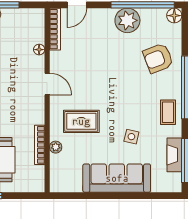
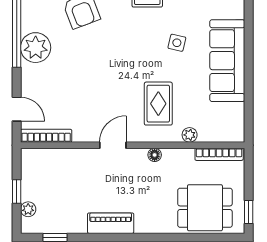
floor lamp: (39, 50) -> (155, 155), moved
bookcase: (40, 145) -> (219, 154), moved

